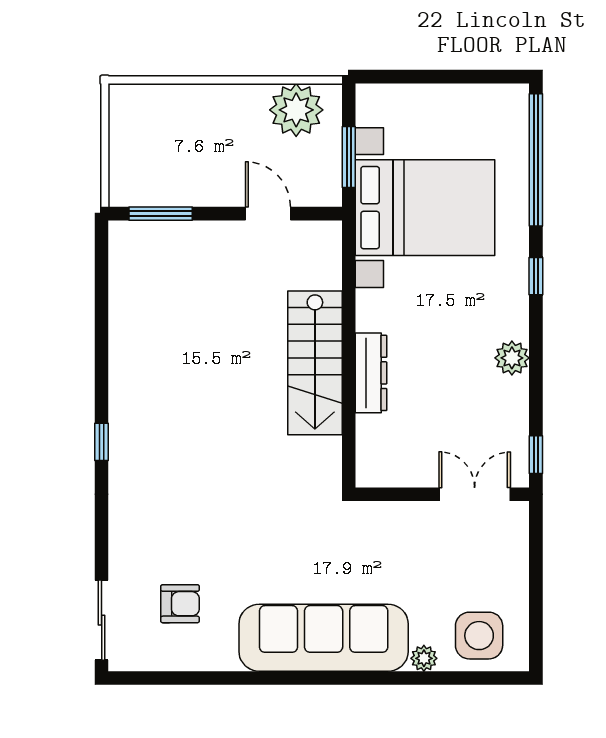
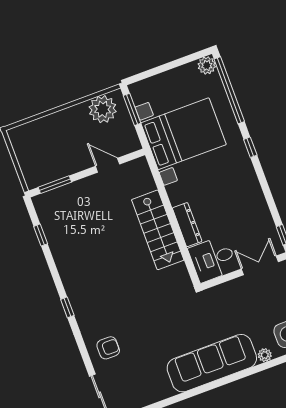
window: (349, 157) -> (132, 109), moved
window: (102, 294) -> (41, 235), added
plant: (512, 358) -> (207, 65), moved
desk: (394, 452) -> (213, 259), added
armchair: (180, 604) -> (108, 348), moved

